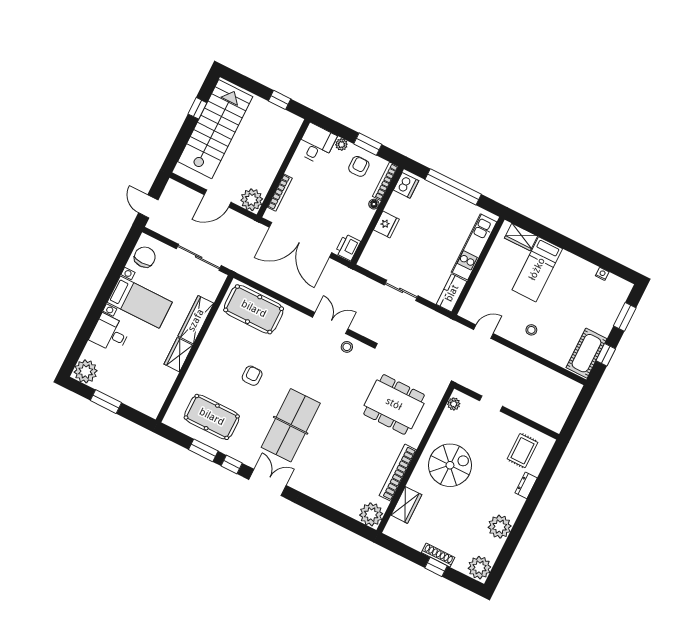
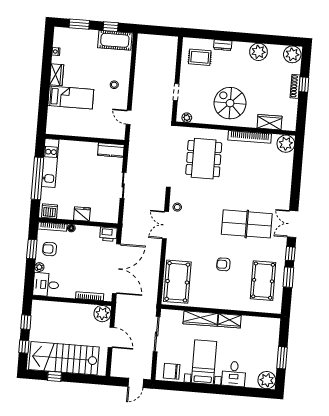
window: (250, 85) -> (24, 347), added
wardrobe: (521, 237) -> (57, 75), moved
kitchen unit: (474, 247) -> (50, 163), moved, turned -90

